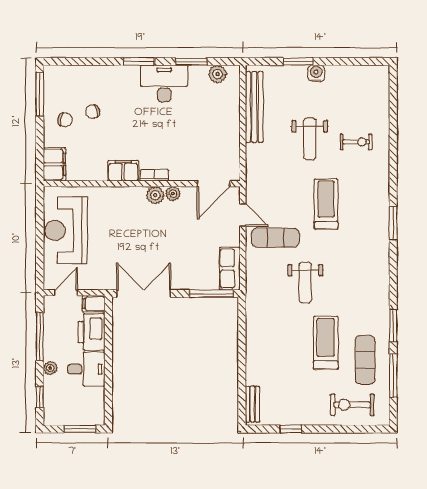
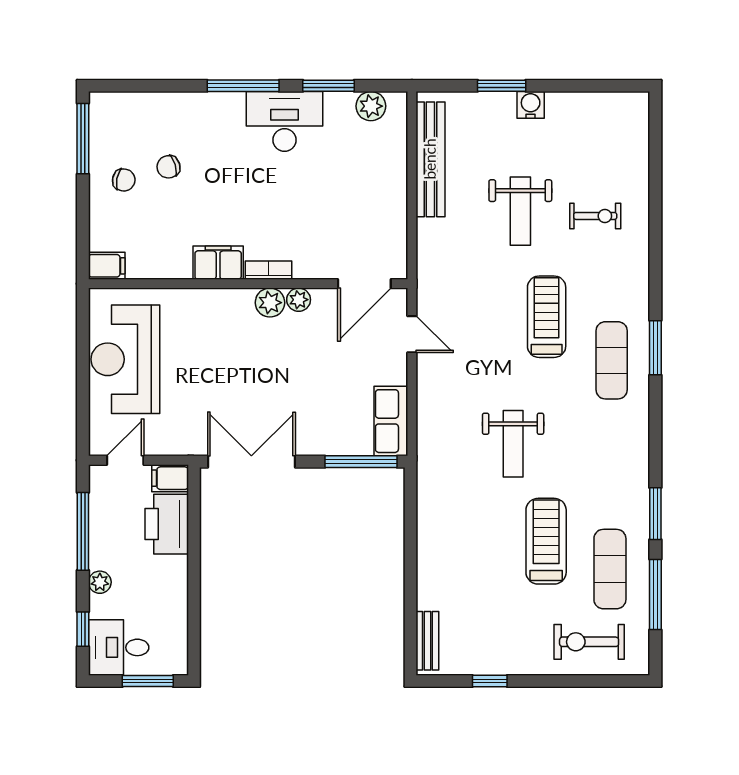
window: (139, 61) -> (243, 86), width x1.44
filing cabinet: (54, 164) -> (107, 266), width x0.50
exercise mat: (275, 238) -> (612, 360), moved, turned 90
desk: (86, 369) -> (119, 647), moved, turned 180

